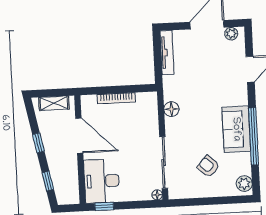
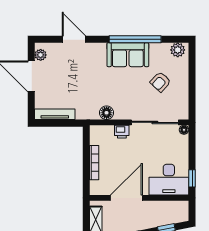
printer: (152, 127) -> (122, 132), added

